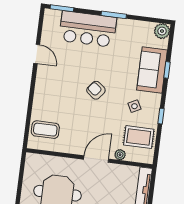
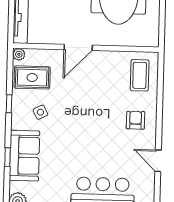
armchair: (96, 90) -> (136, 120), moved, turned -128
coffee table: (45, 130) -> (140, 75), turned 90
plant: (120, 155) -> (19, 54), moved

